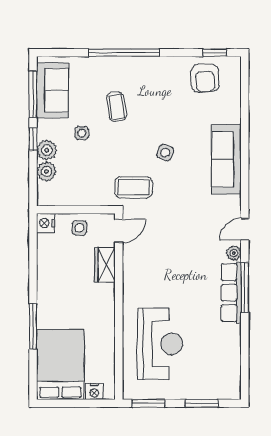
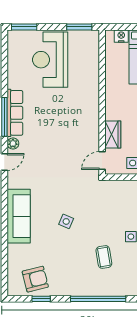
window: (215, 53) -> (41, 299), moved
armchair: (205, 78) -> (35, 279), turned 79
coffee table: (134, 187) -> (91, 194), removed
reception desk: (160, 344) -> (50, 60), moved
window: (202, 403) -> (24, 27), moved

